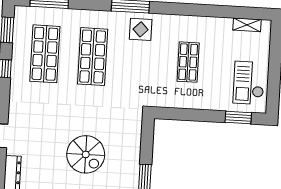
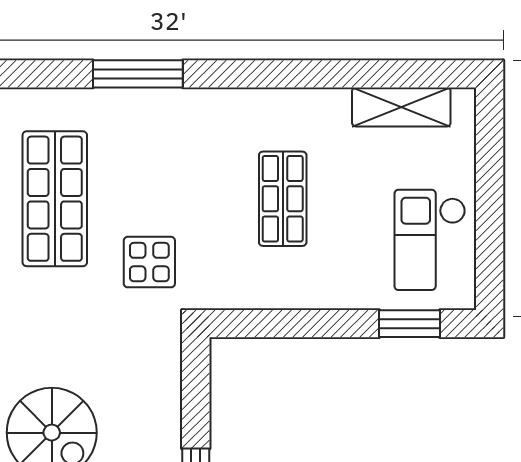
shelving: (247, 25) -> (401, 107), width x1.50, depth x1.33
display table: (141, 29) -> (149, 262), moved

